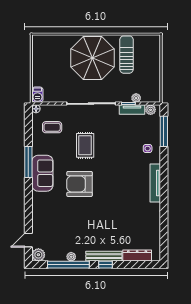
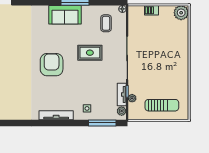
plant: (40, 43) -> (181, 13), added
sun lounger: (126, 55) -> (162, 105), moved
parasol: (93, 58) -> (168, 59), removed
barbecue: (37, 95) -> (151, 10), moved
armchair: (80, 184) -> (52, 65), moved

